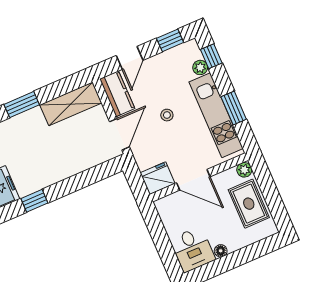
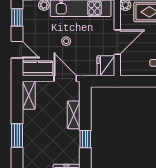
shelving: (71, 104) -> (29, 95), width x0.67, depth x0.75
shelving: (78, 164) -> (74, 115), added
window: (34, 201) -> (85, 139), moved

